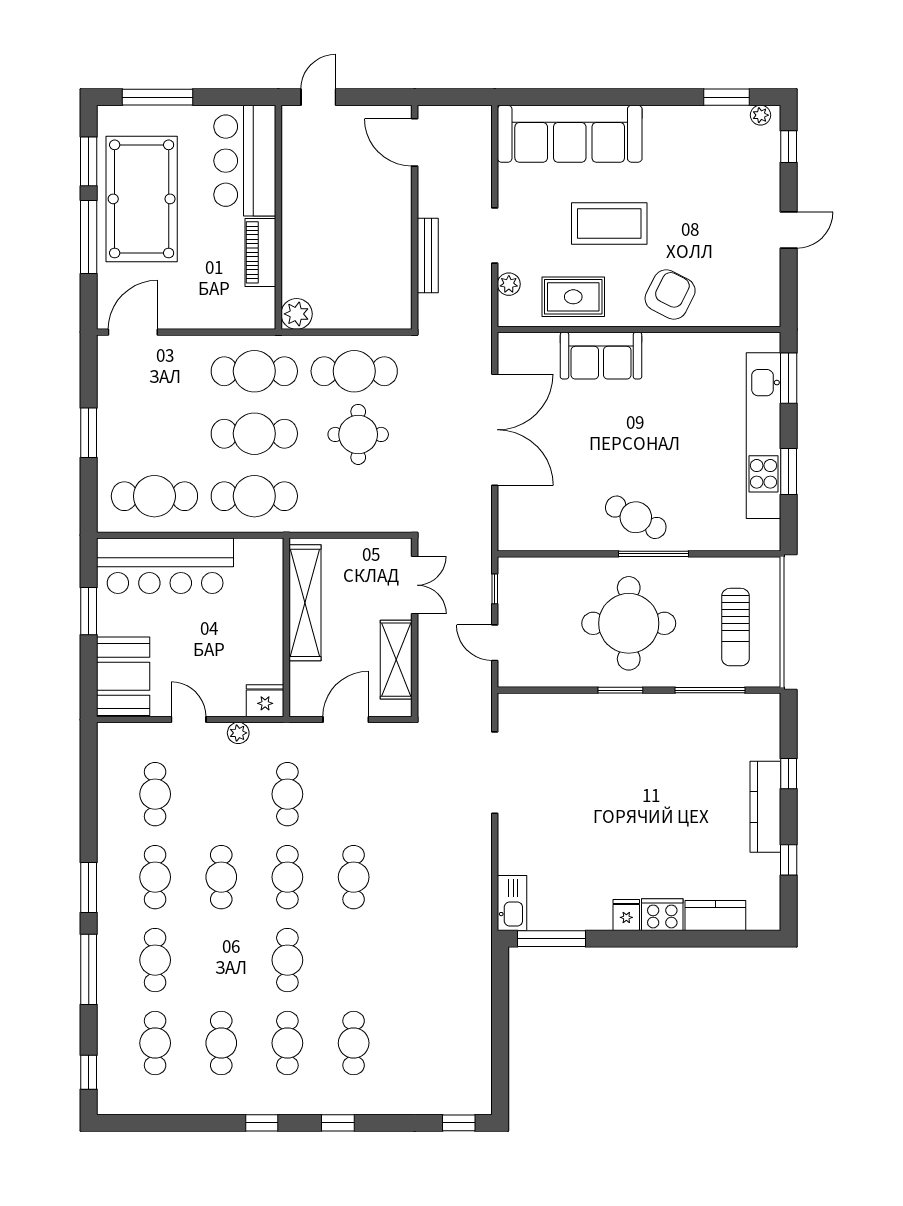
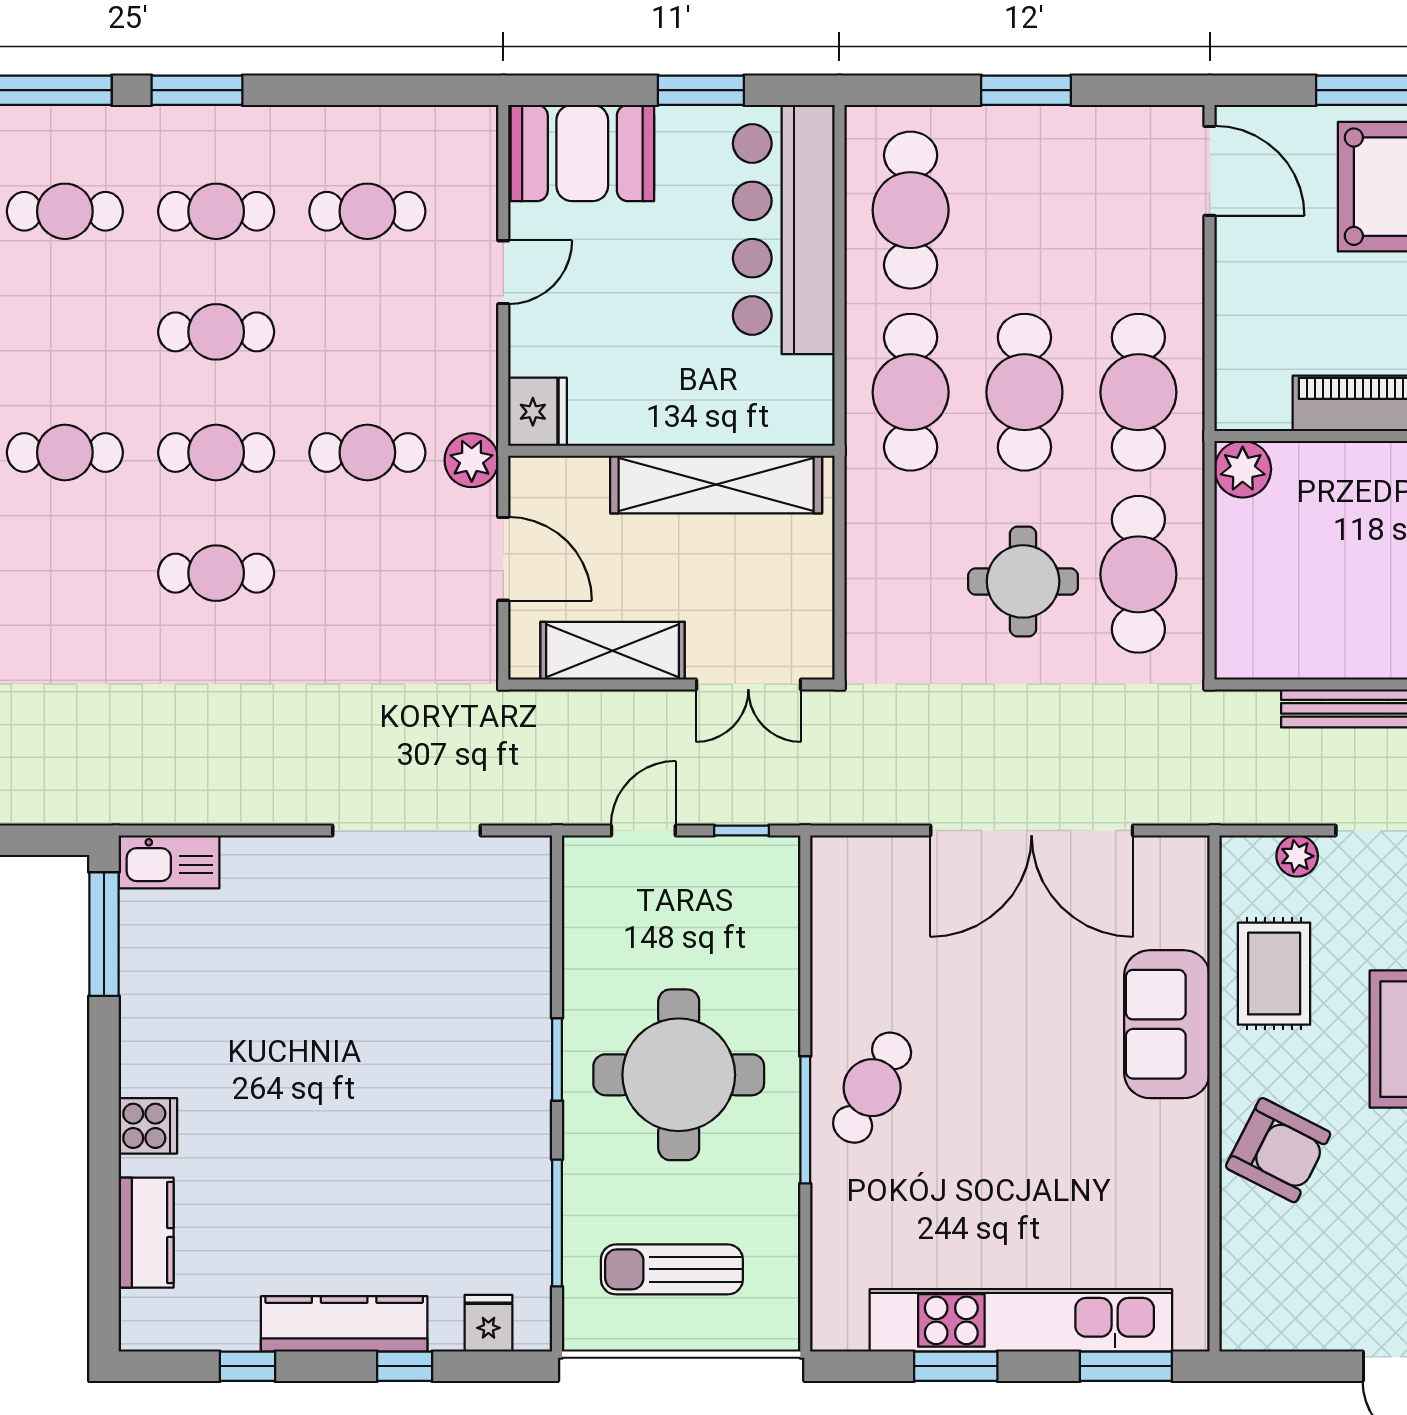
plant: (238, 733) -> (472, 460), moved, width x1.38, depth x1.38
fridge: (626, 915) -> (488, 1323), moved, turned -90
cooker: (662, 915) -> (148, 1126), width x0.73

